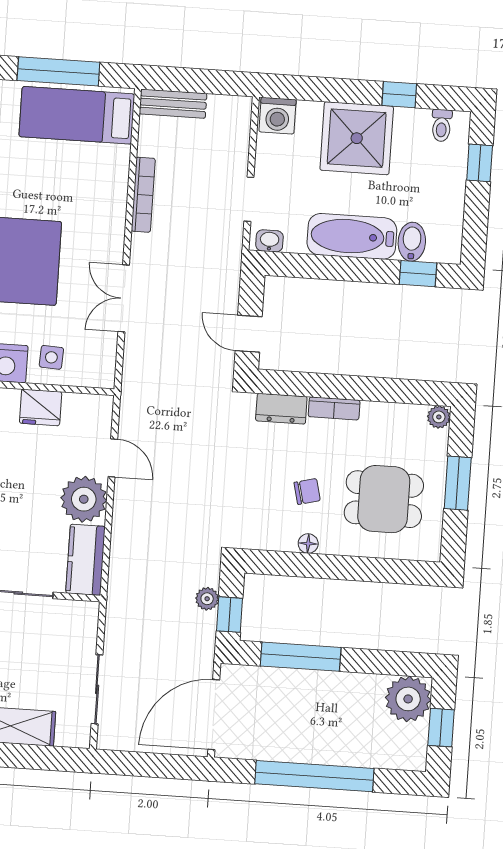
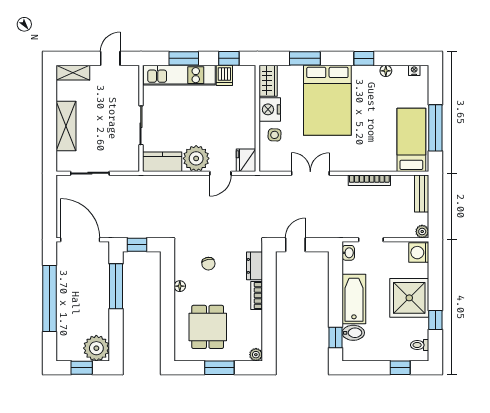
fridge: (41, 407) -> (246, 160), moved
chair: (307, 491) -> (208, 264), moved
plant: (207, 599) -> (422, 232), moved

